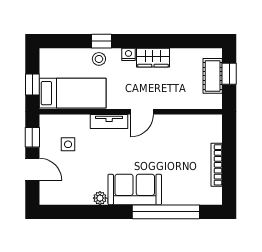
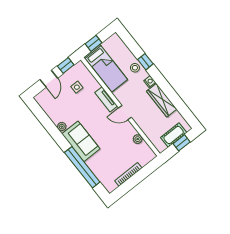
wardrobe: (153, 58) -> (162, 100), width x1.50
plant: (184, 121) -> (138, 139), added

